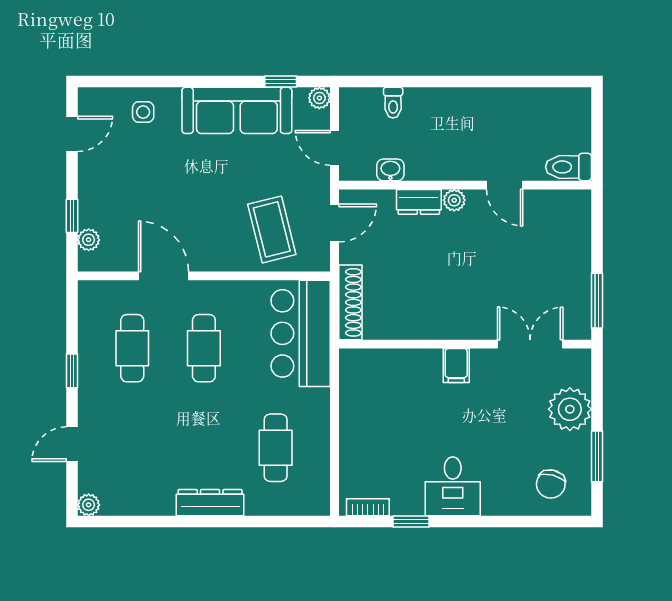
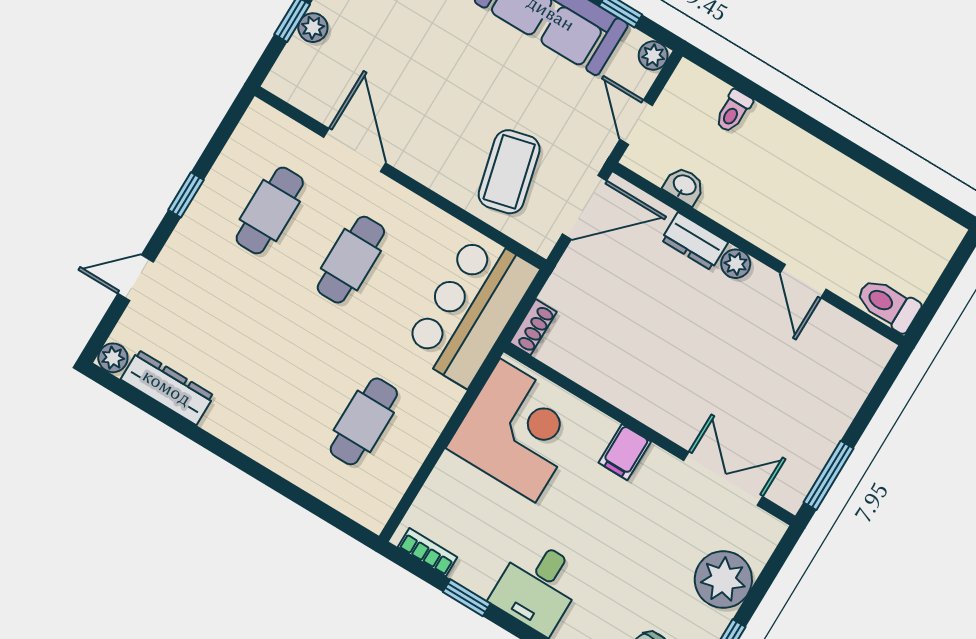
door: (334, 223) -> (585, 207), width x1.38
plant: (89, 240) -> (313, 28), moved
shoe rack: (350, 302) -> (533, 327), width x0.51, depth x0.81
corner desk: (379, 393) -> (518, 430), added
dresser: (210, 503) -> (167, 387), moved

